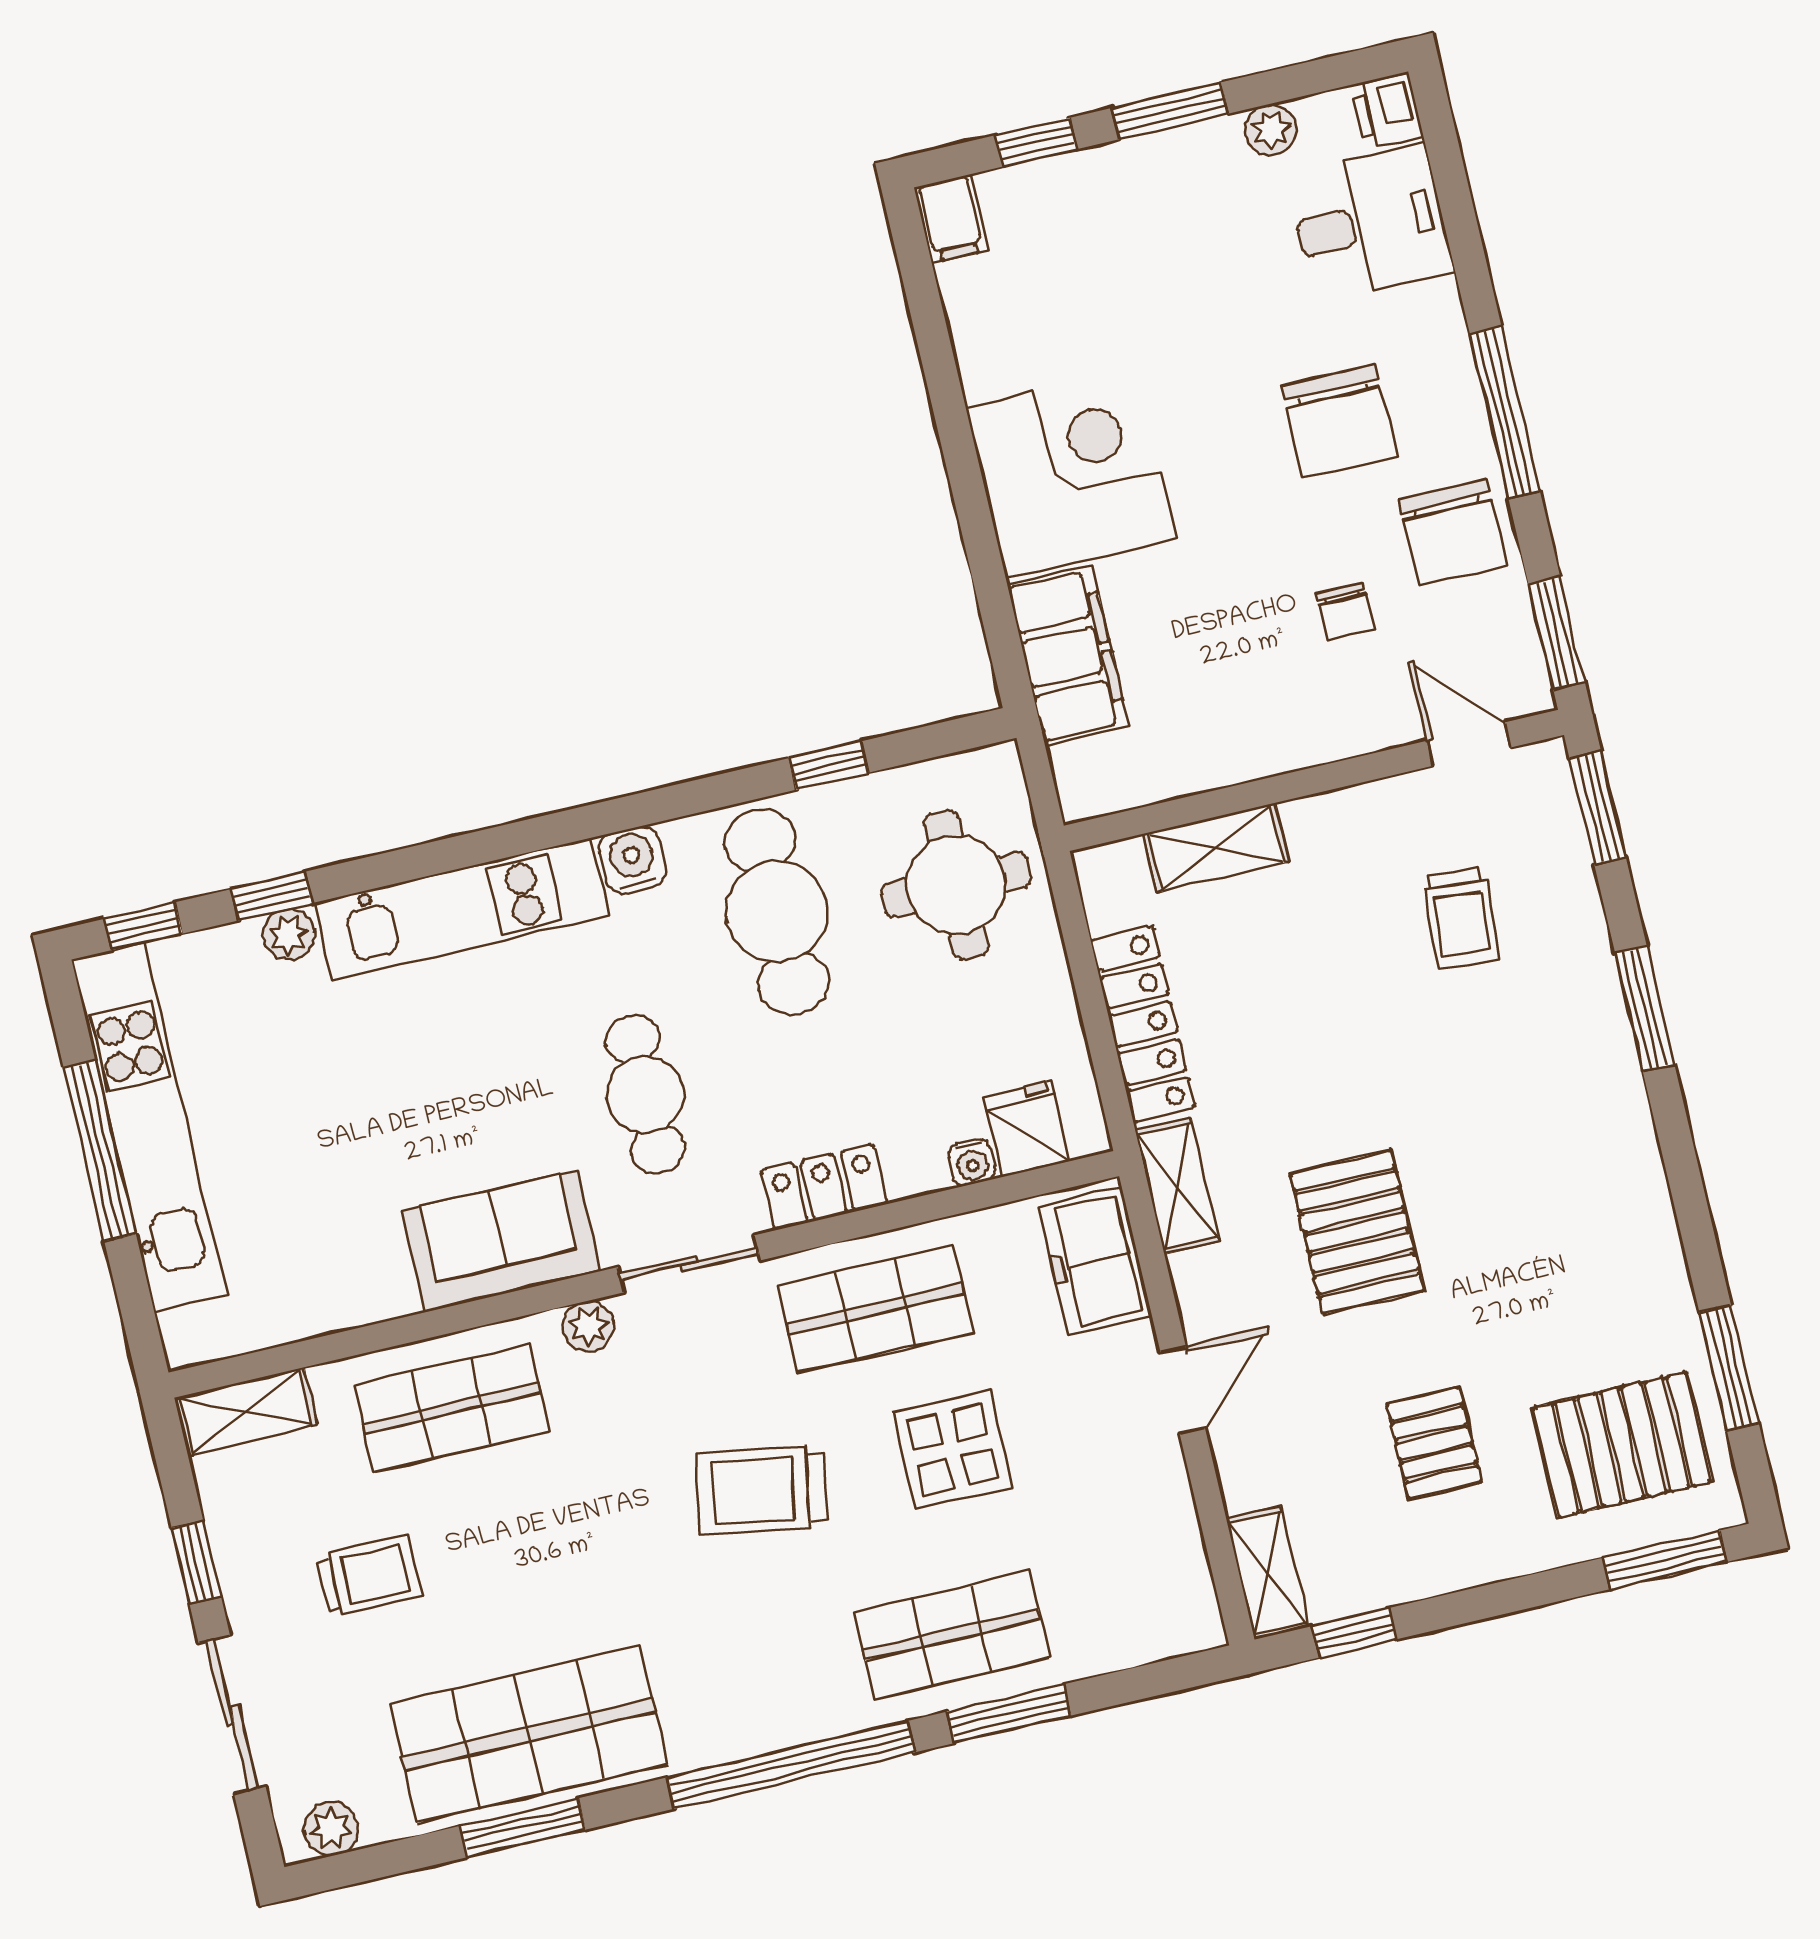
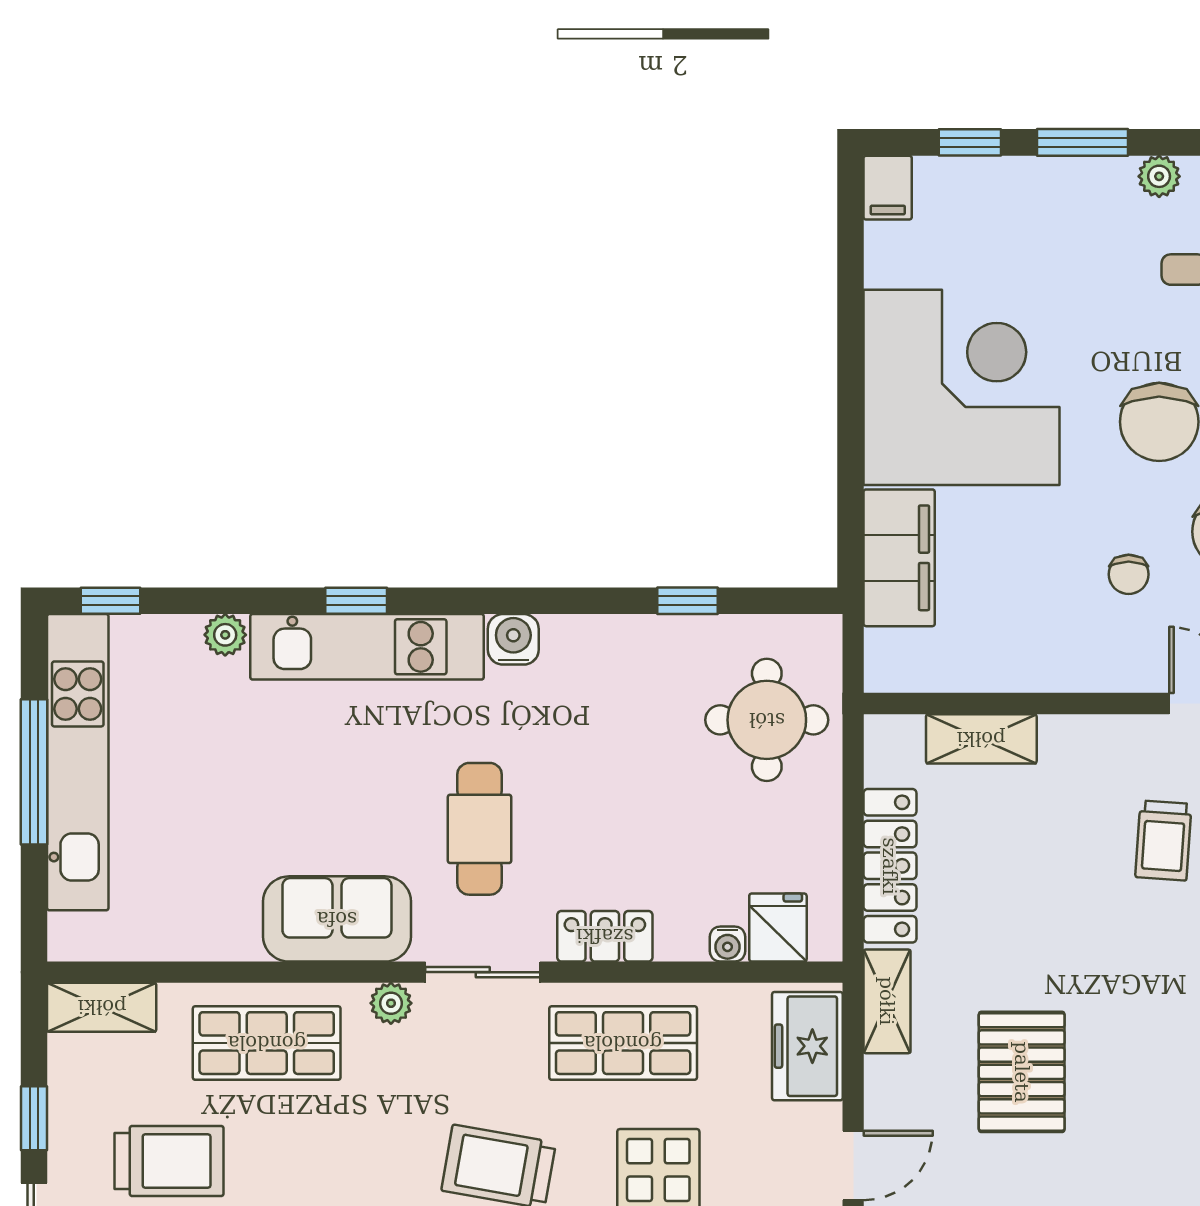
corner desk: (1071, 474) -> (961, 387), width x1.36, depth x1.36
window: (272, 896) -> (356, 601), moved
cafe table: (777, 912) -> (619, 708), removed
trolley: (369, 1576) -> (169, 1161), width x1.36, depth x1.39

